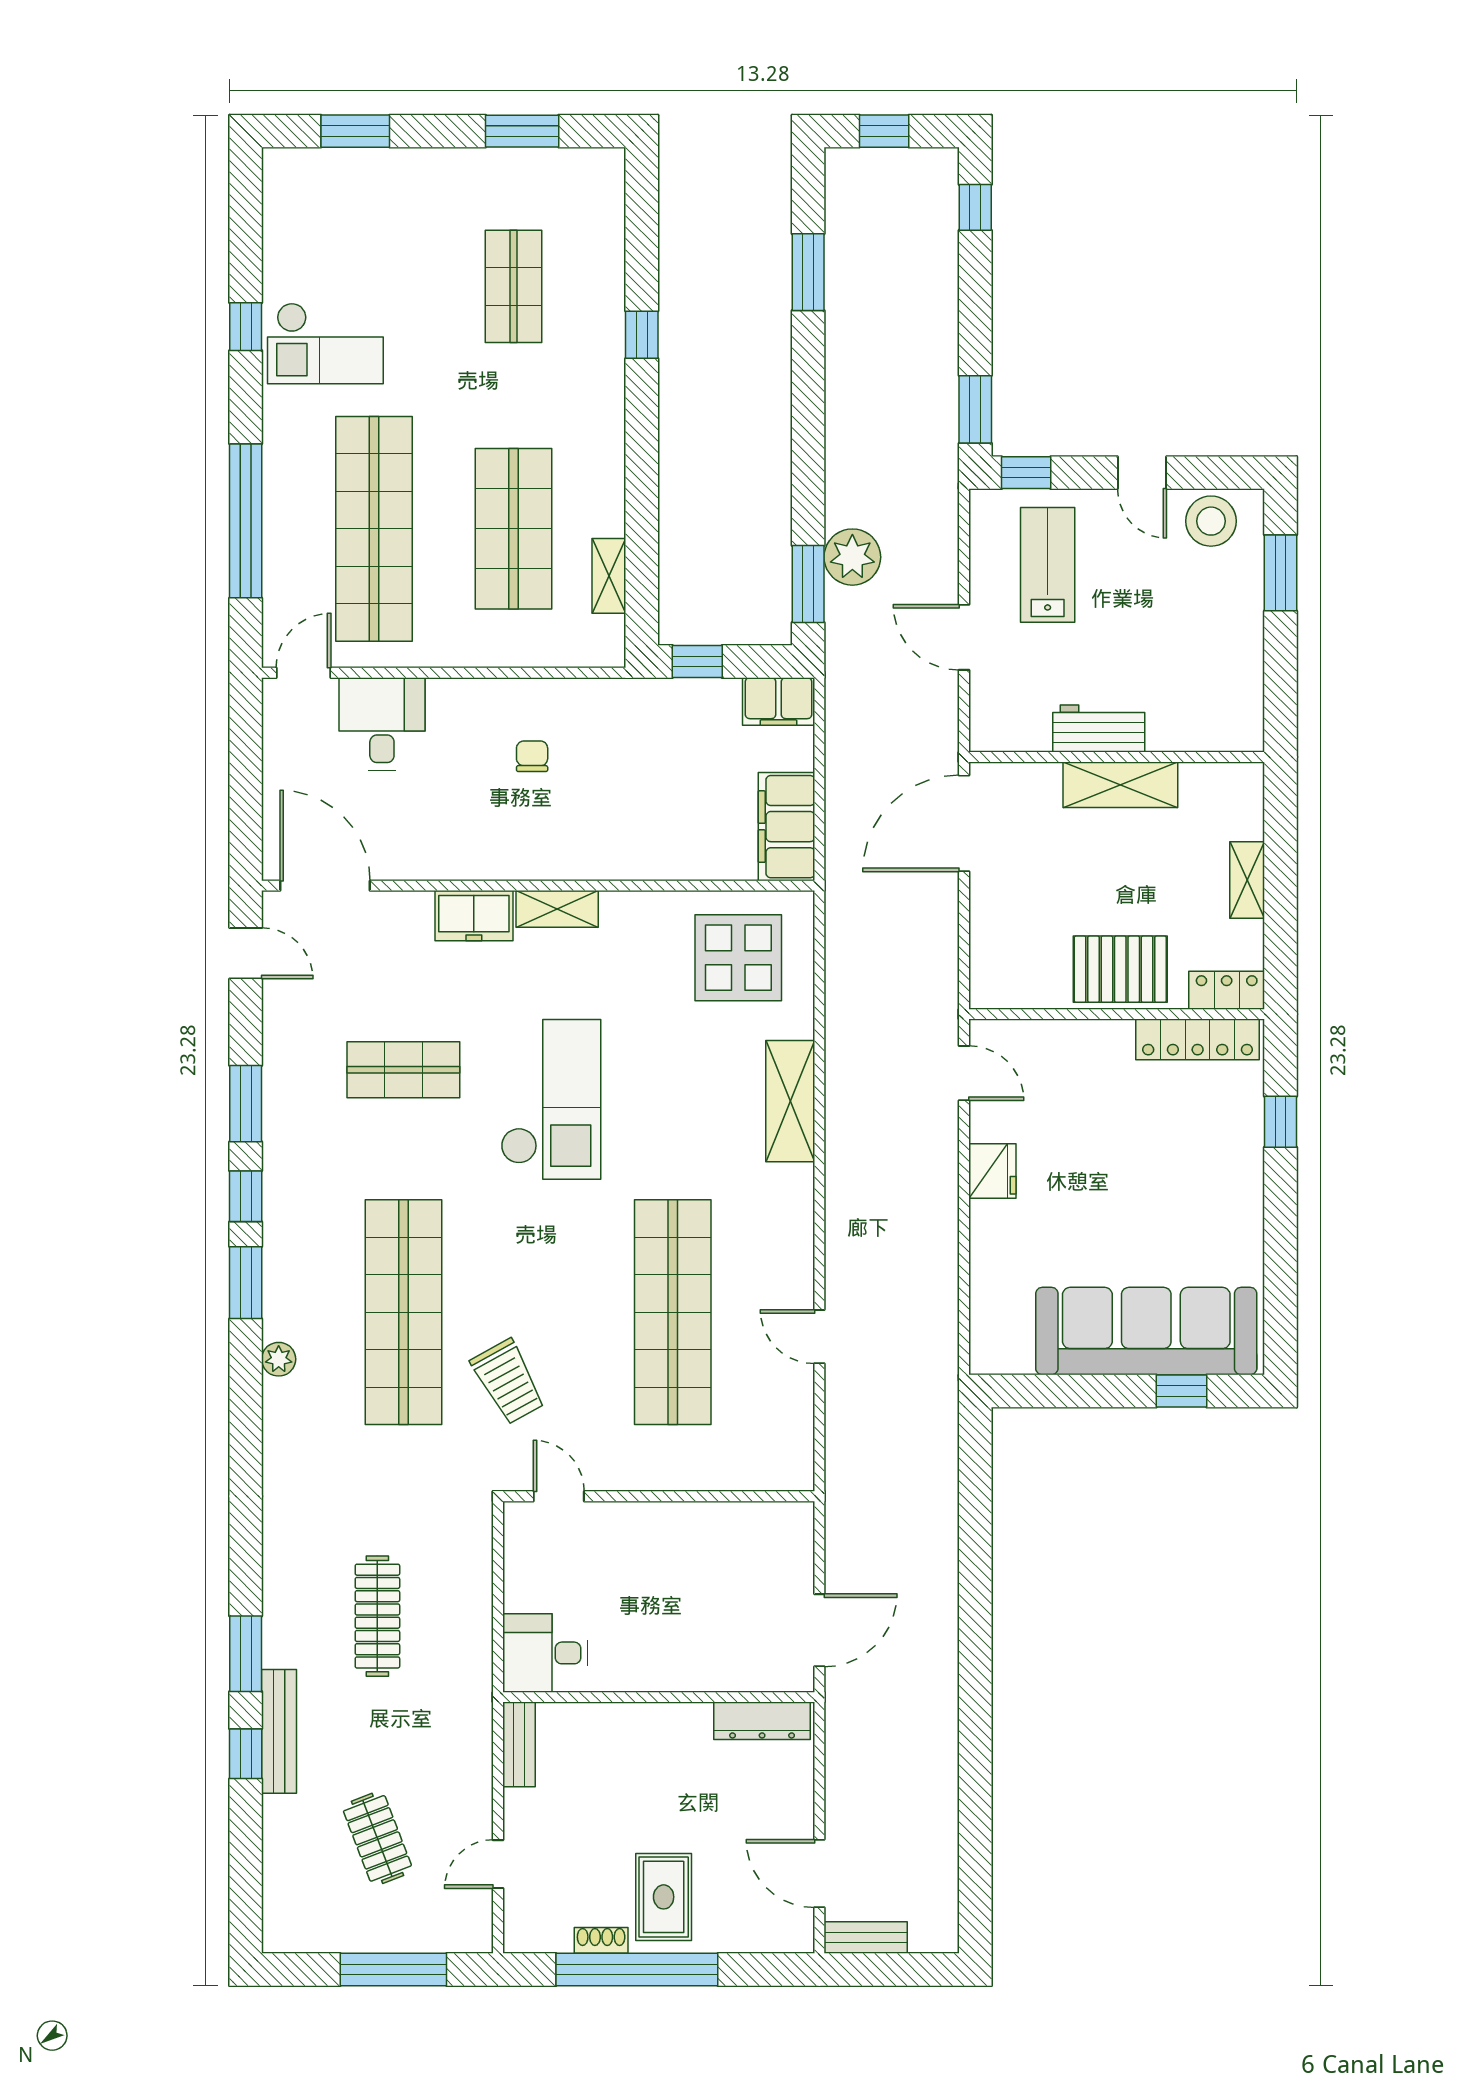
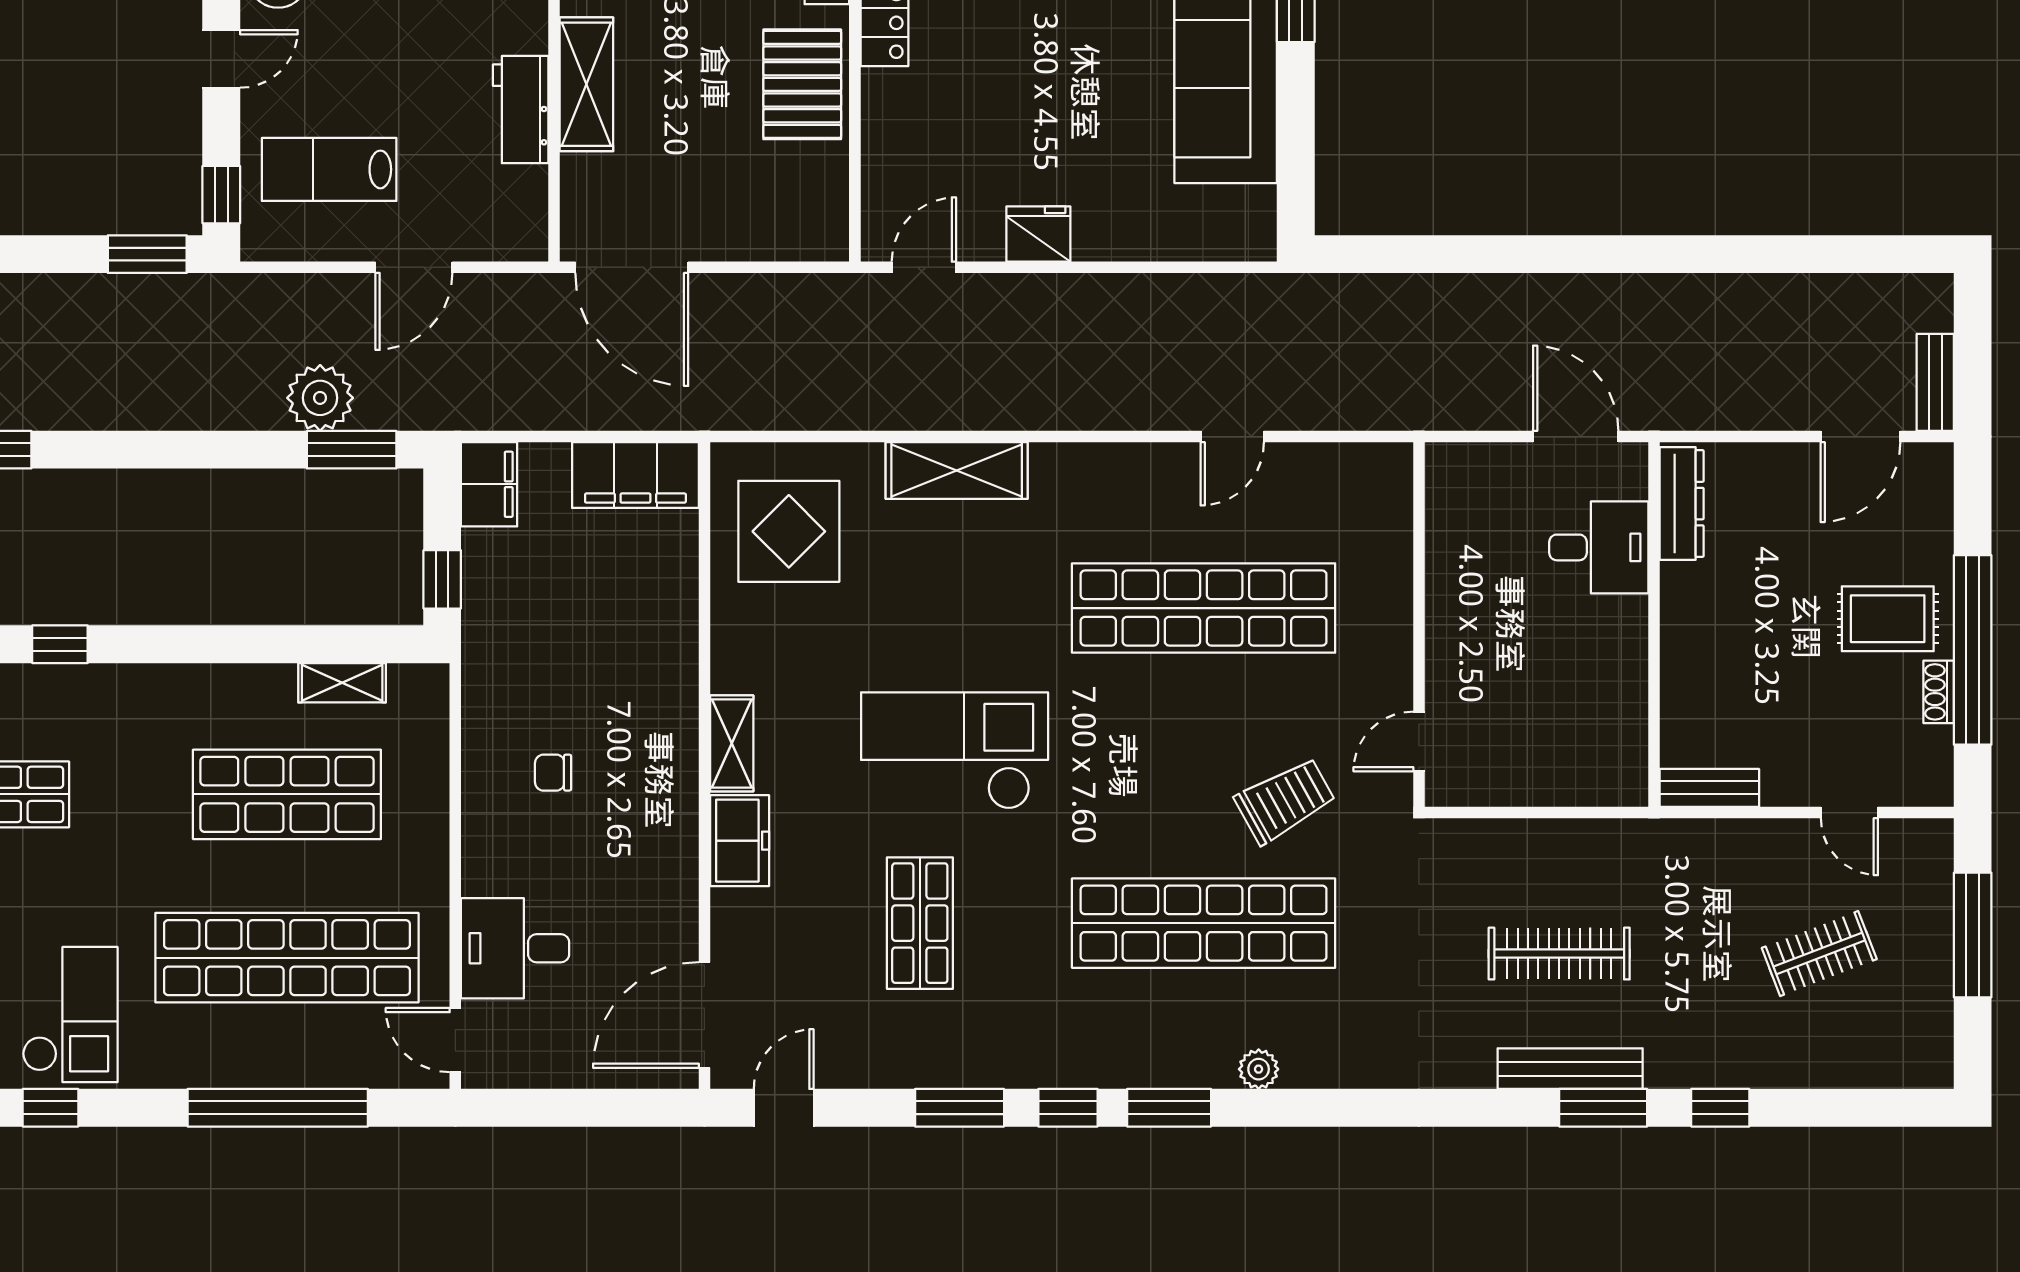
desk: (545, 1653) -> (1599, 547), moved, turned -90
bench: (279, 1731) -> (1570, 1069), moved

